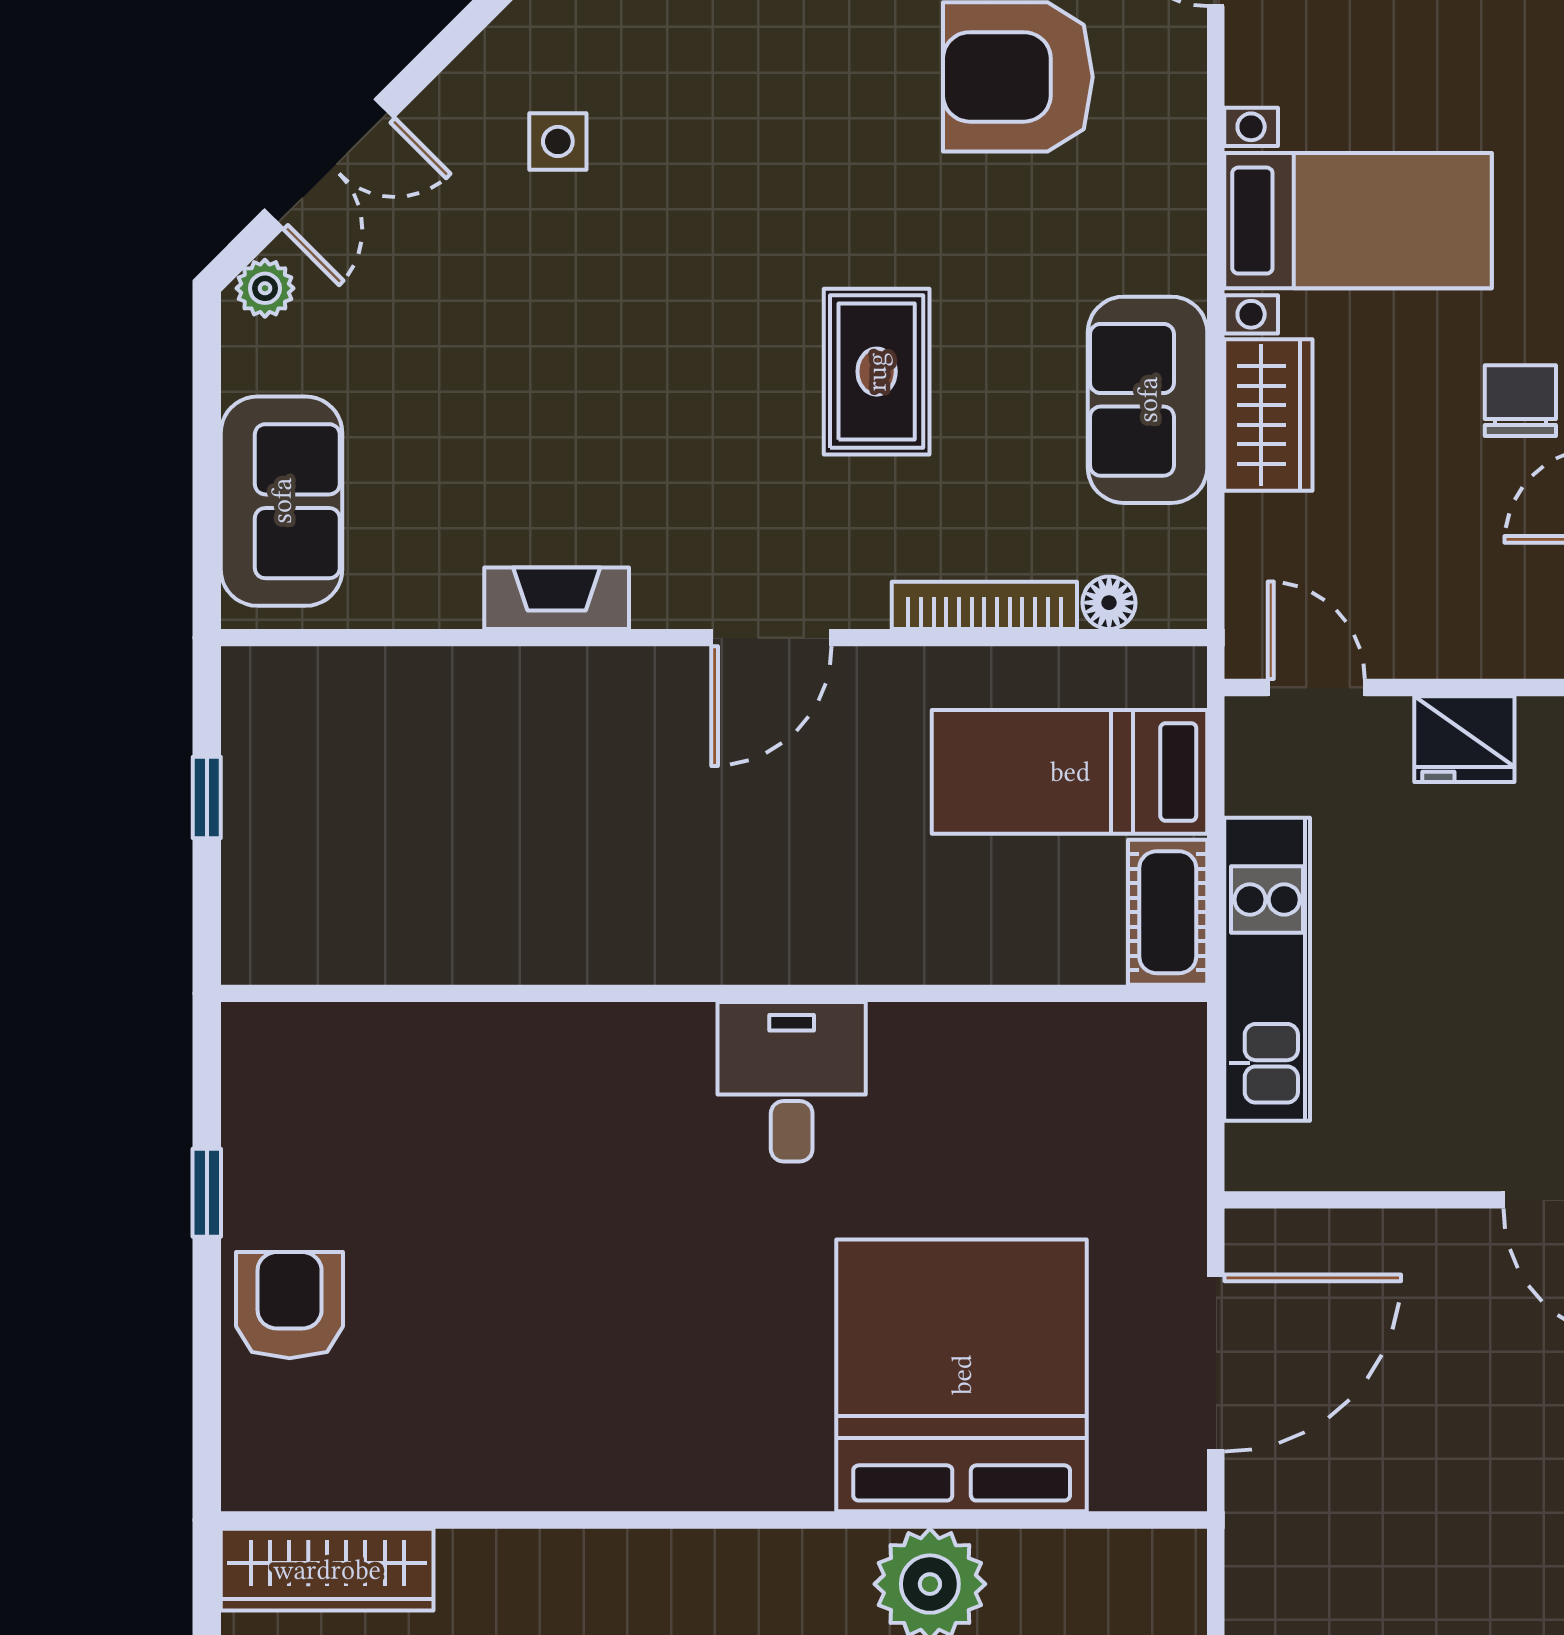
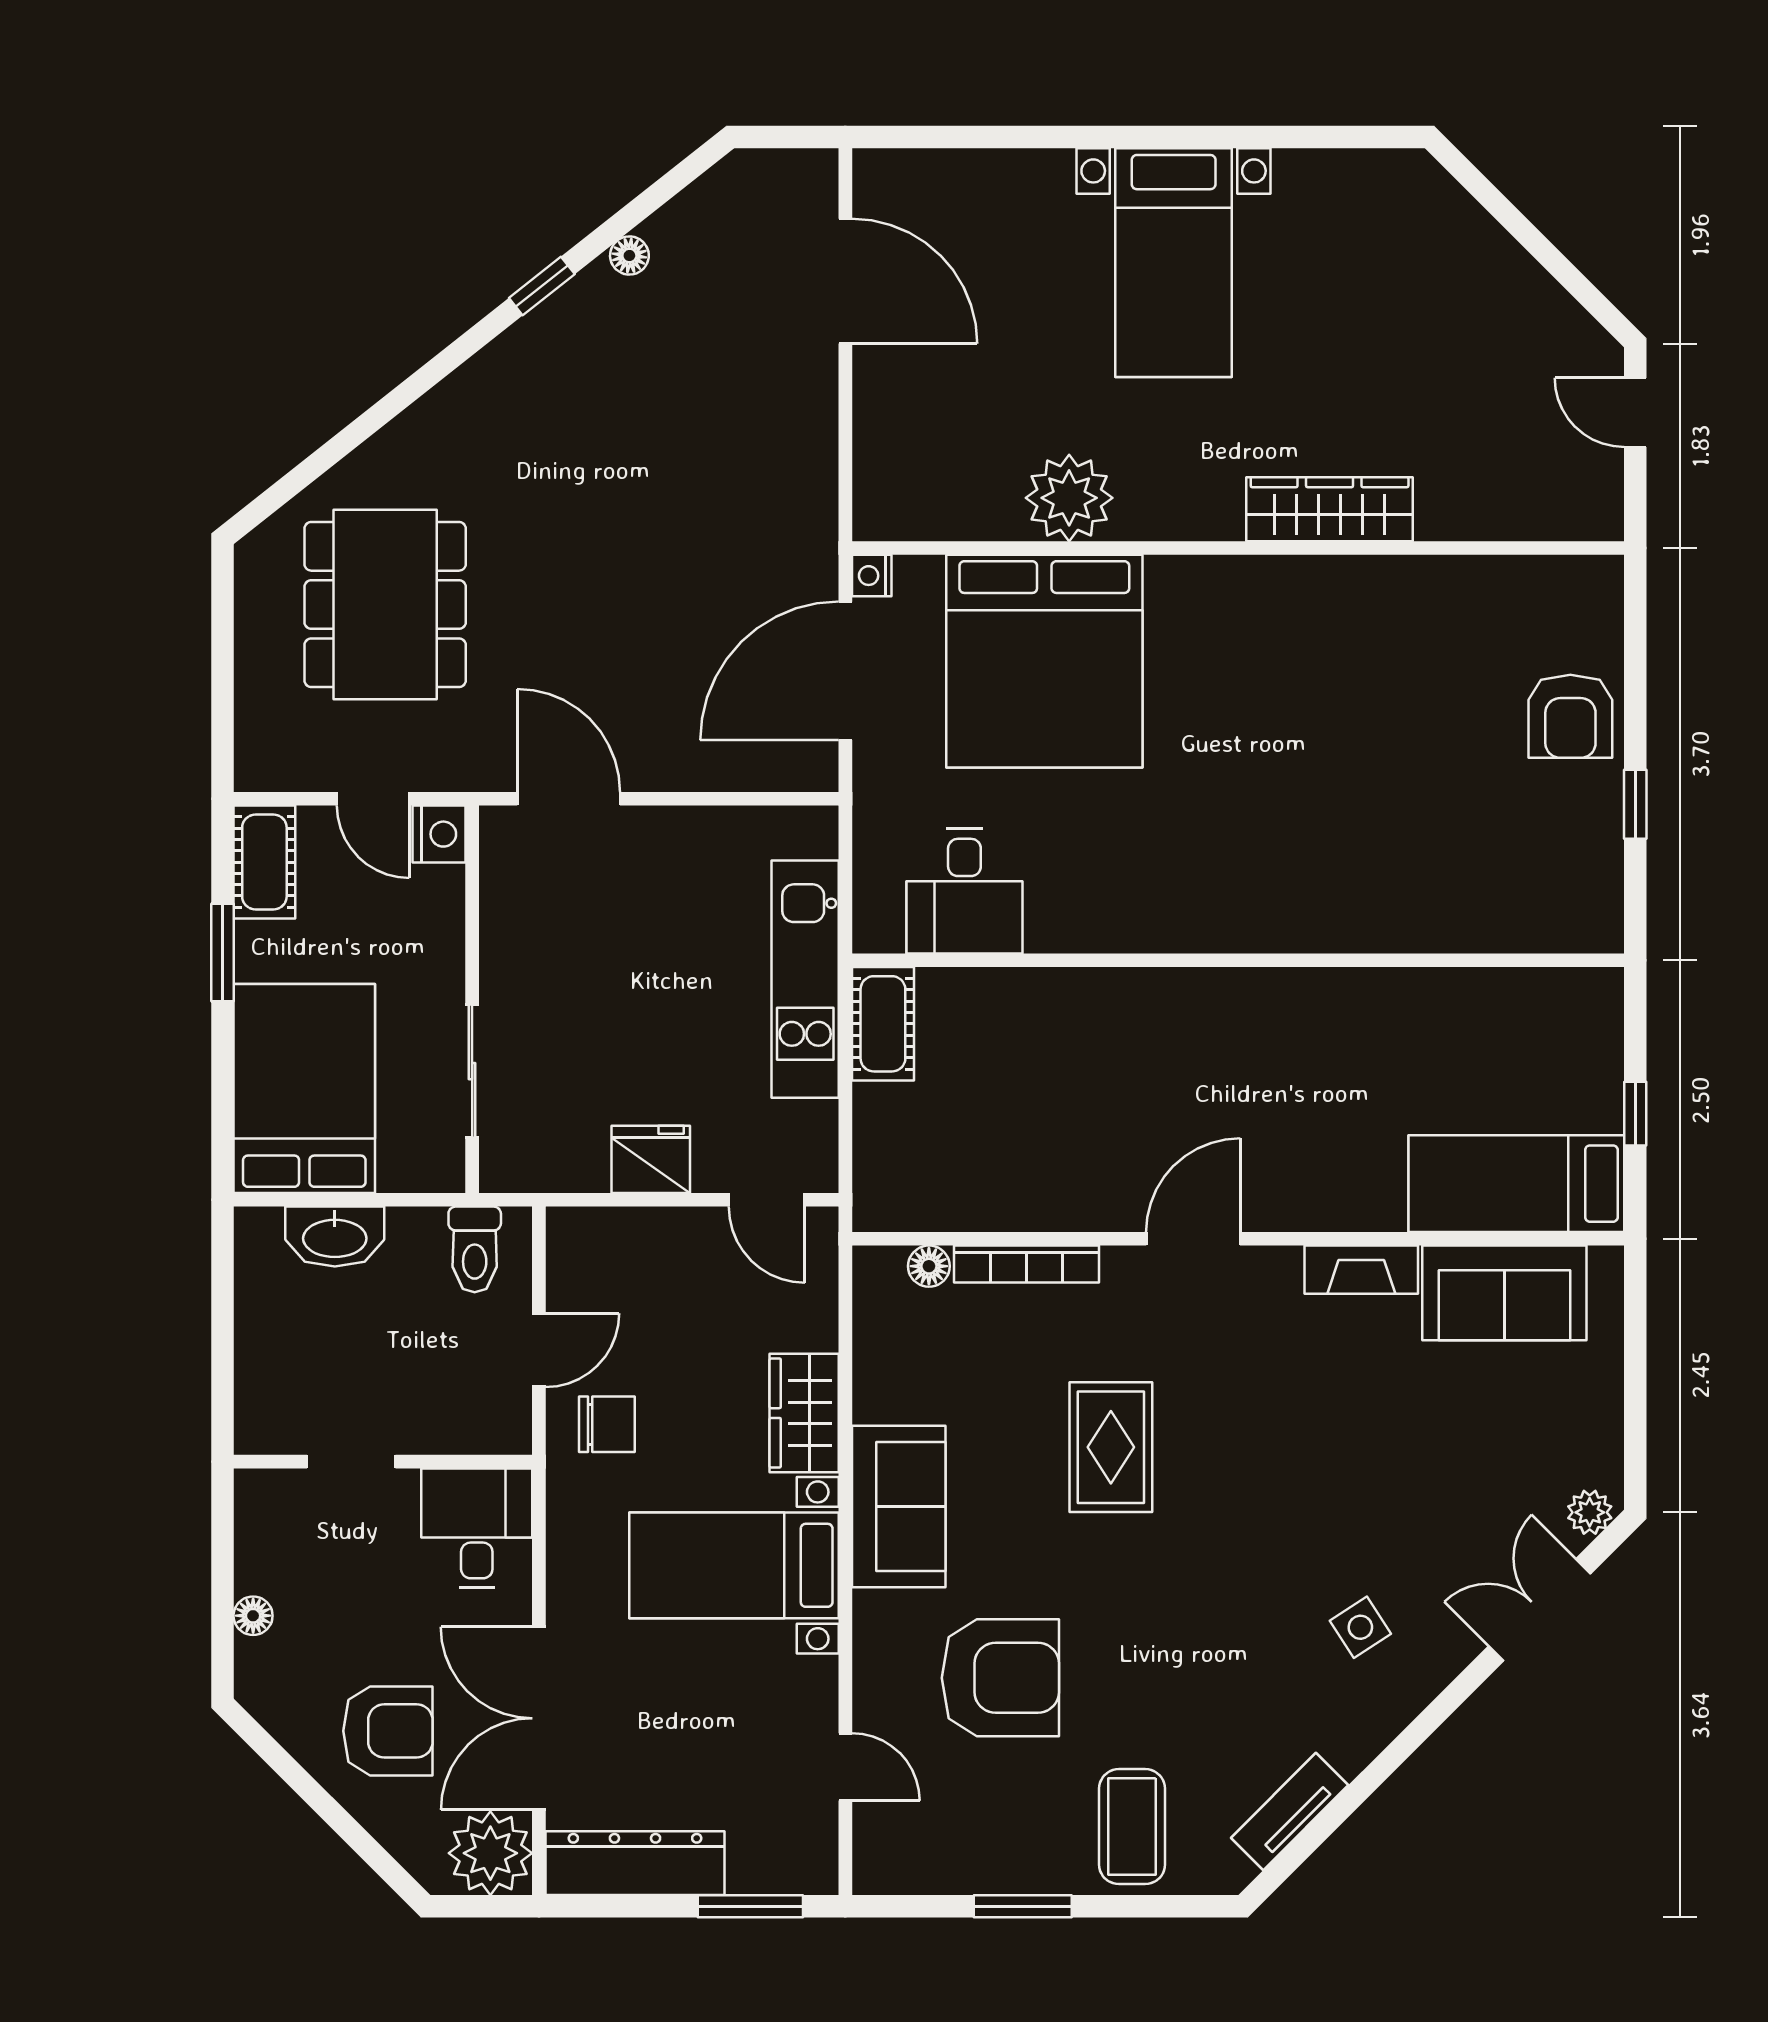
side table: (558, 141) -> (1360, 1627), turned -33
sofa: (1148, 400) -> (899, 1507), moved
chair: (1520, 401) -> (607, 1424), turned -90
sofa: (282, 501) -> (1504, 1293), moved, turned -90
bed: (1070, 772) -> (1516, 1184), moved, turned 180
desk: (792, 1082) -> (964, 891), moved
nightstand: (1182, 1485) -> (872, 576), added
wardrobe: (327, 1570) -> (1330, 509), moved

